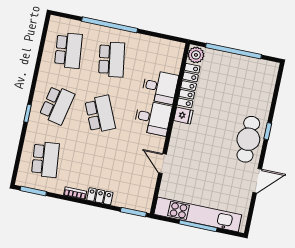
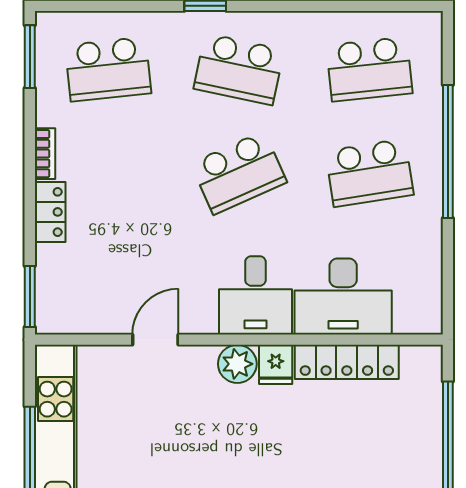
plant: (196, 55) -> (237, 364), moved
desk: (160, 87) -> (343, 296), width x1.37

